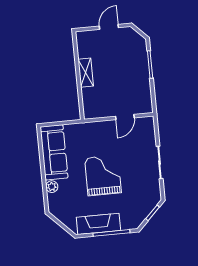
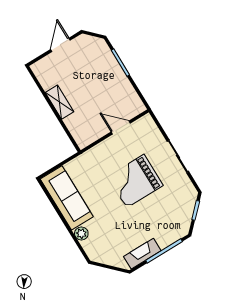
door: (125, 117) -> (121, 128), swing flipped
grand piano: (103, 175) -> (135, 181), moved, turned -90
fireplace: (98, 224) -> (142, 254), width x0.73, depth x0.76

